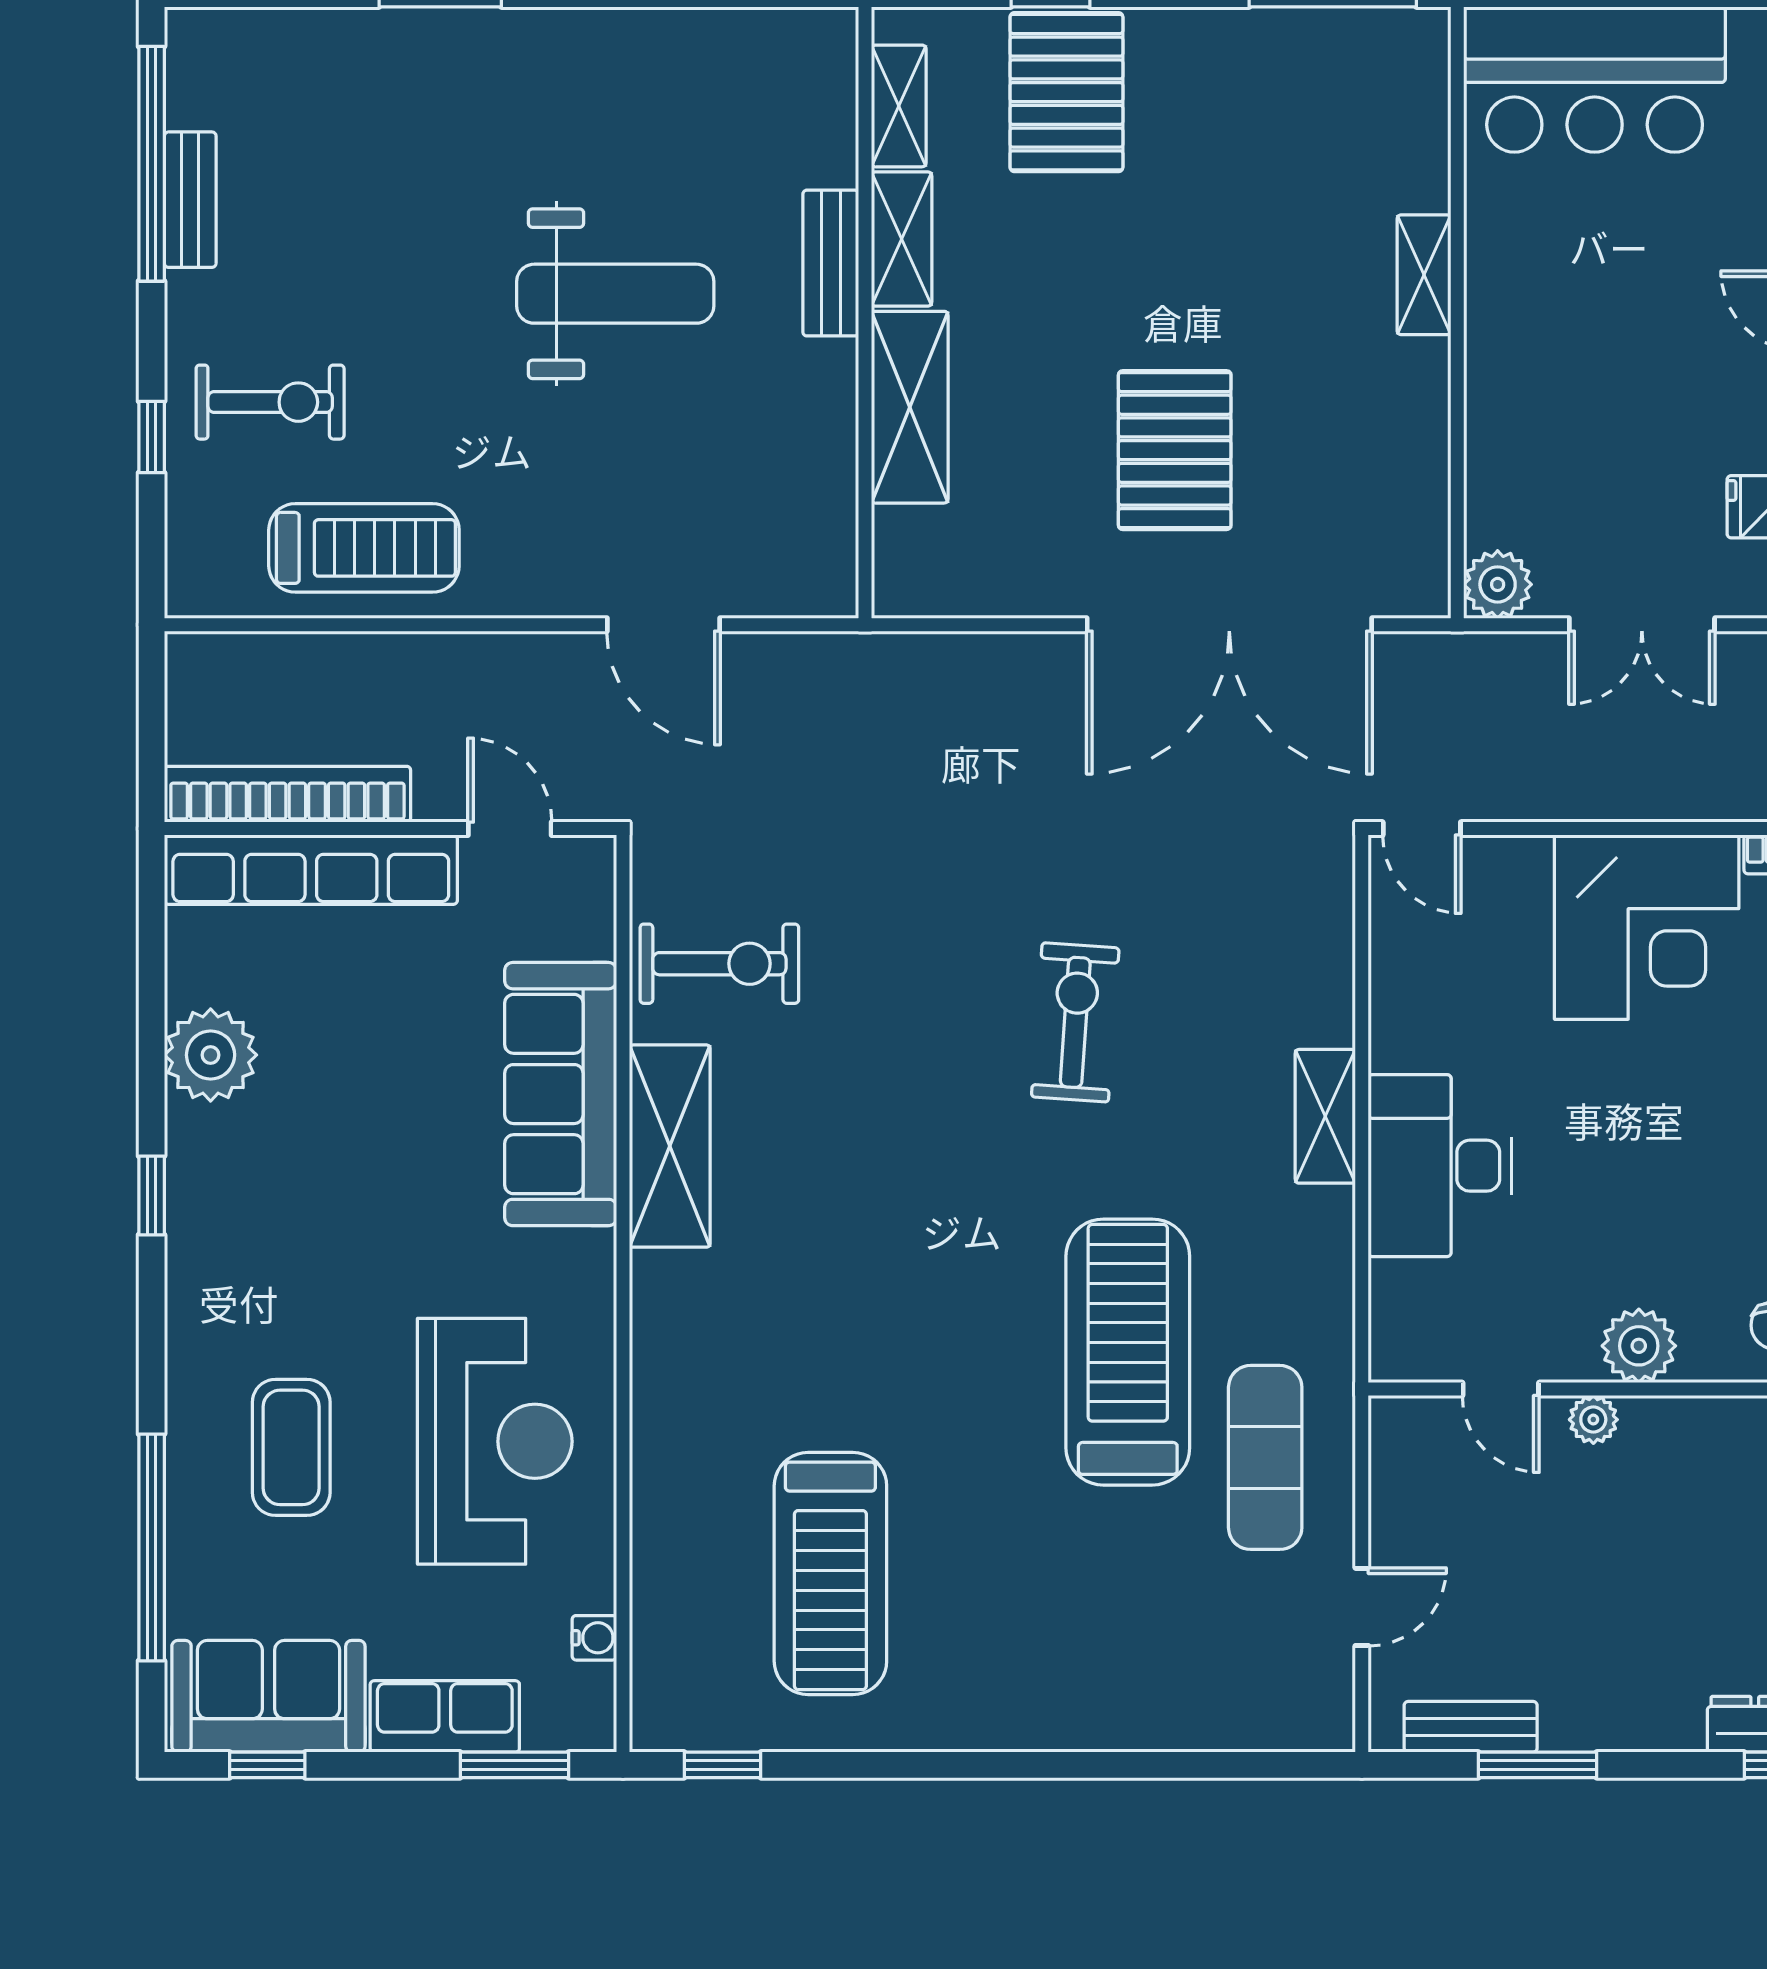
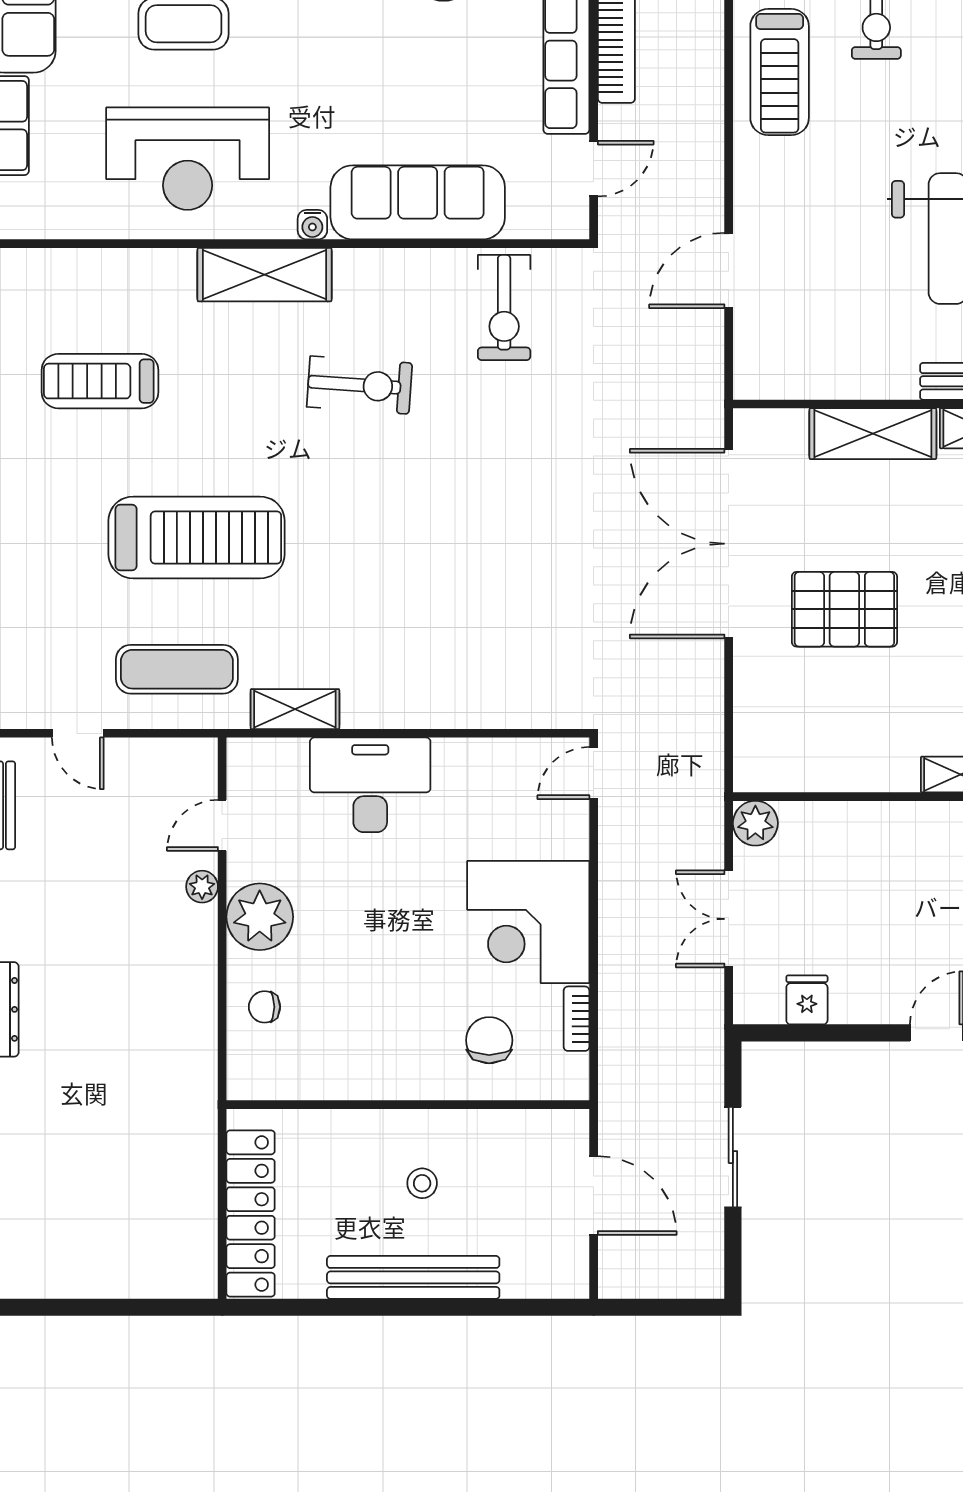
double door: (1229, 625) -> (729, 544), moved
exercise bike: (1075, 1022) -> (359, 385), moved
shelving: (1325, 1116) -> (295, 709), moved
shelving: (670, 1146) -> (265, 275), moved
plant: (1639, 1346) -> (260, 917), width x1.36, depth x1.36
treadmill: (1128, 1352) -> (197, 537), moved
treadmill: (830, 1573) -> (100, 381), width x0.73, depth x0.73
water cooler: (594, 1638) -> (312, 225), moved

